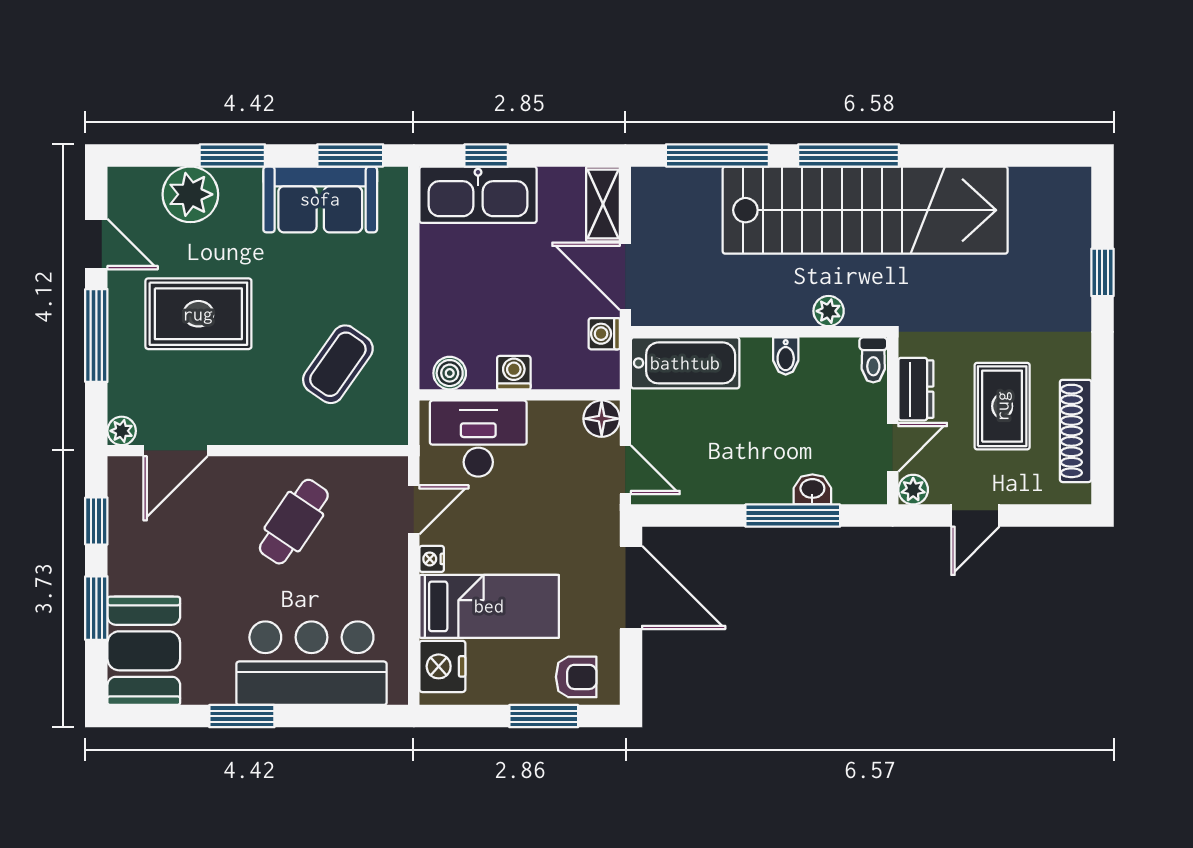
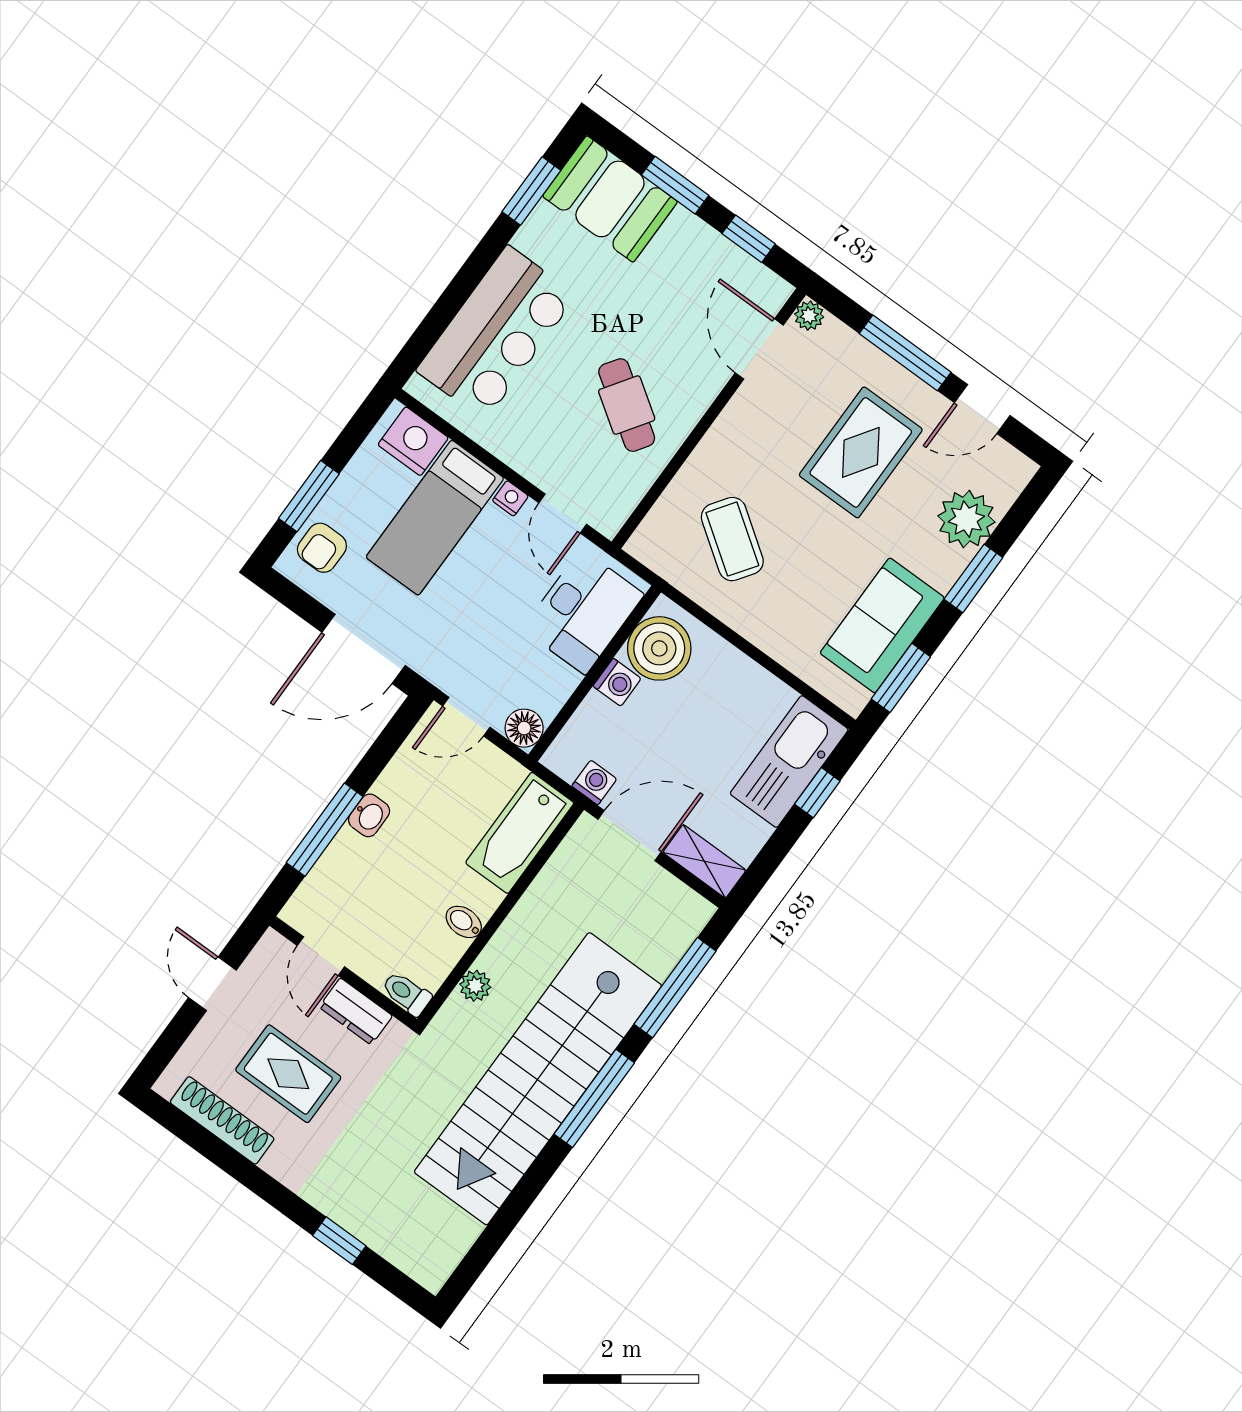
boiler: (450, 373) -> (659, 648), width x1.86, depth x1.86
washbasin: (812, 489) -> (369, 815), moved
plant: (913, 490) -> (273, 947), removed
window: (242, 716) -> (531, 191), moved

